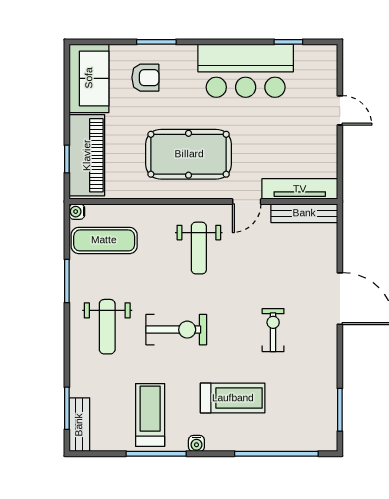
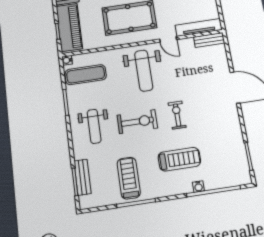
door: (247, 202) -> (168, 39), hinge flipped
bench: (304, 213) -> (209, 40), width x0.73
weight bench: (199, 248) -> (144, 71), width x1.36, depth x1.33
exercise bike: (273, 330) -> (177, 115), moved
bench: (79, 425) -> (83, 177), moved
water cooler: (196, 443) -> (198, 187), moved

